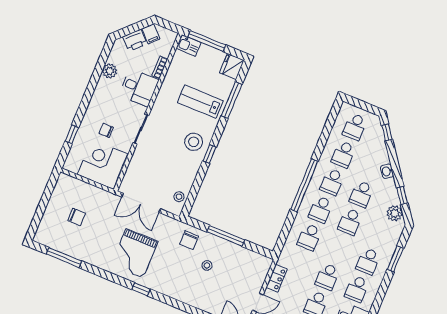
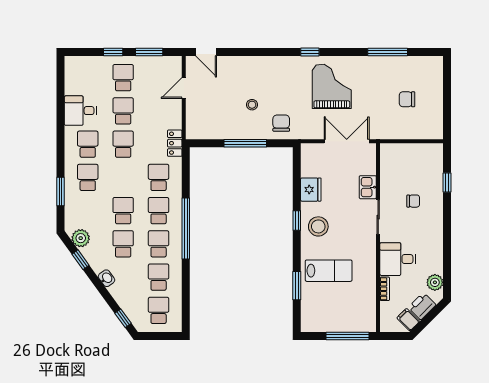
kitchen sink: (188, 45) -> (368, 187), moved, turned -90
fridge: (232, 67) -> (311, 190), moved
plant: (110, 71) -> (435, 282), moved
window: (232, 100) -> (297, 286), width x0.69
corner desk: (102, 164) -> (403, 165), removed
stool: (179, 197) -> (310, 164), removed
window: (64, 257) -> (388, 52), moved
locker: (277, 278) -> (175, 143), moved

